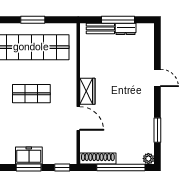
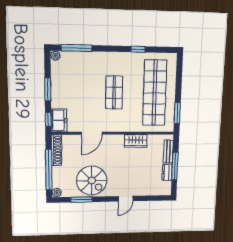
window: (33, 20) -> (177, 113), moved
wardrobe: (87, 91) -> (136, 141), moved
spiral stairs: (134, 118) -> (92, 181), added
freezer: (29, 156) -> (59, 120), moved

